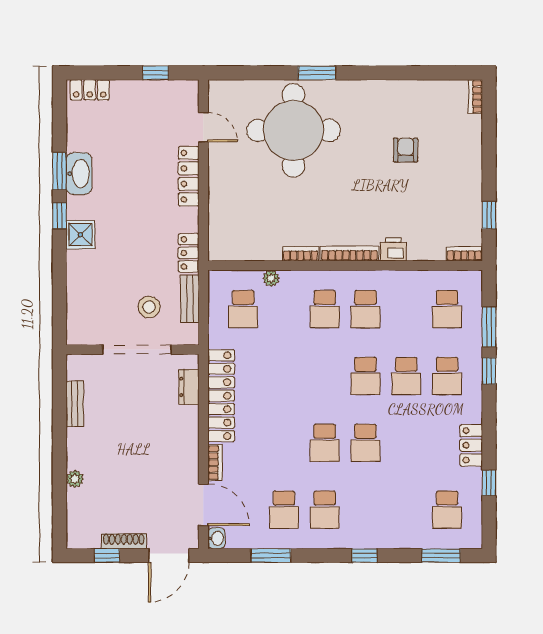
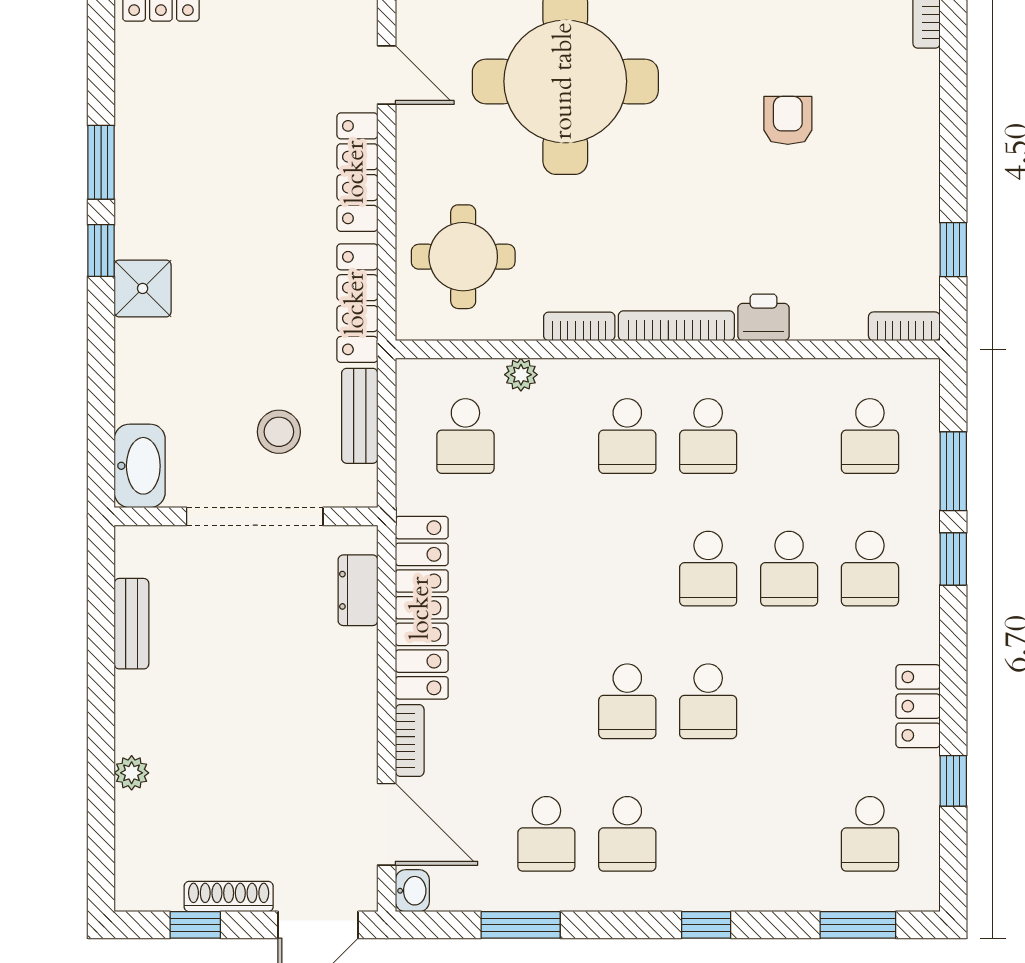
washbasin: (79, 174) -> (140, 466), moved
round table: (242, 219) -> (463, 257), added
locker: (189, 253) -> (357, 303), width x1.53

